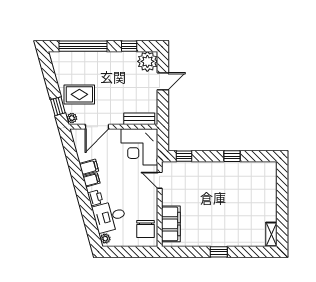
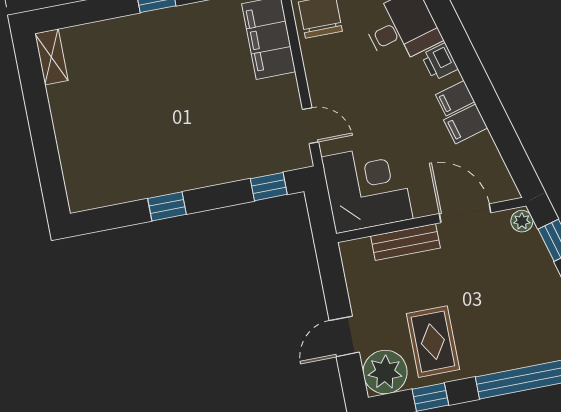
rug: (79, 94) -> (433, 342), moved, turned 90
bench: (139, 119) -> (405, 242), moved
door: (97, 127) -> (465, 213), hinge flipped

